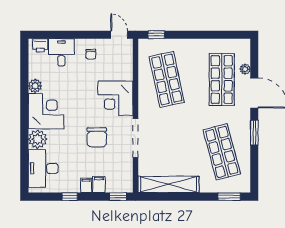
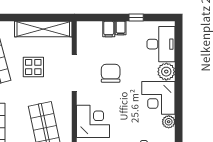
corner desk: (115, 98) -> (93, 121), moved
display table: (179, 144) -> (33, 67), added
window: (118, 197) -> (91, 18), removed

